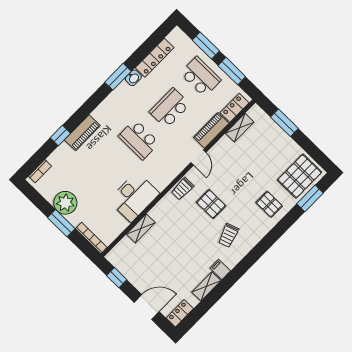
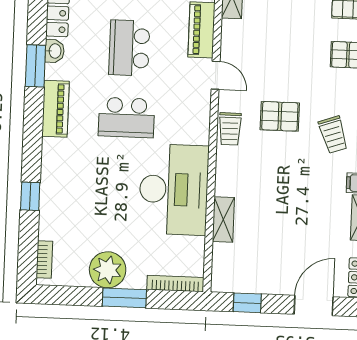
piano: (82, 133) -> (55, 109), moved
desk: (134, 197) -> (174, 189), width x1.36, depth x1.30

